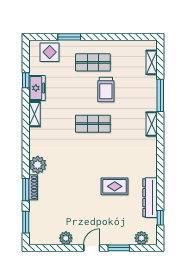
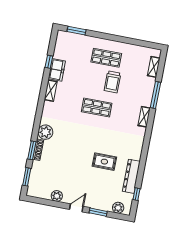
window: (69, 37) -> (77, 31), moved
display table: (50, 52) -> (73, 43), removed

